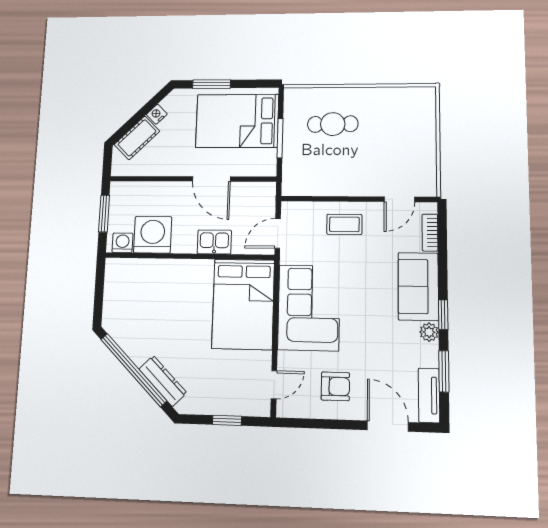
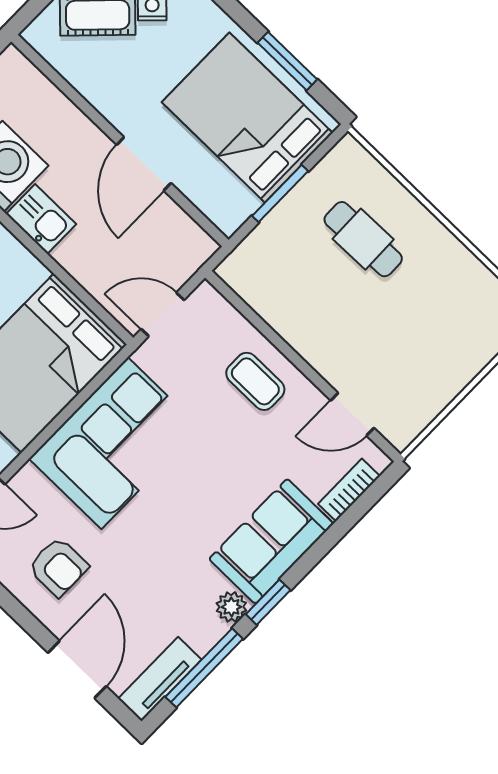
window: (212, 84) -> (287, 61), moved
kitchen sink: (214, 242) -> (41, 219), moved
window: (444, 371) -> (204, 668), width x1.44

